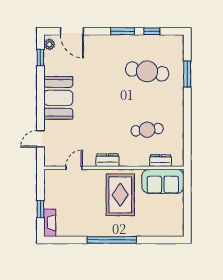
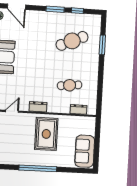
cafe table: (147, 71) -> (72, 41), turned -33
sofa: (163, 181) -> (85, 151), moved, turned 90

